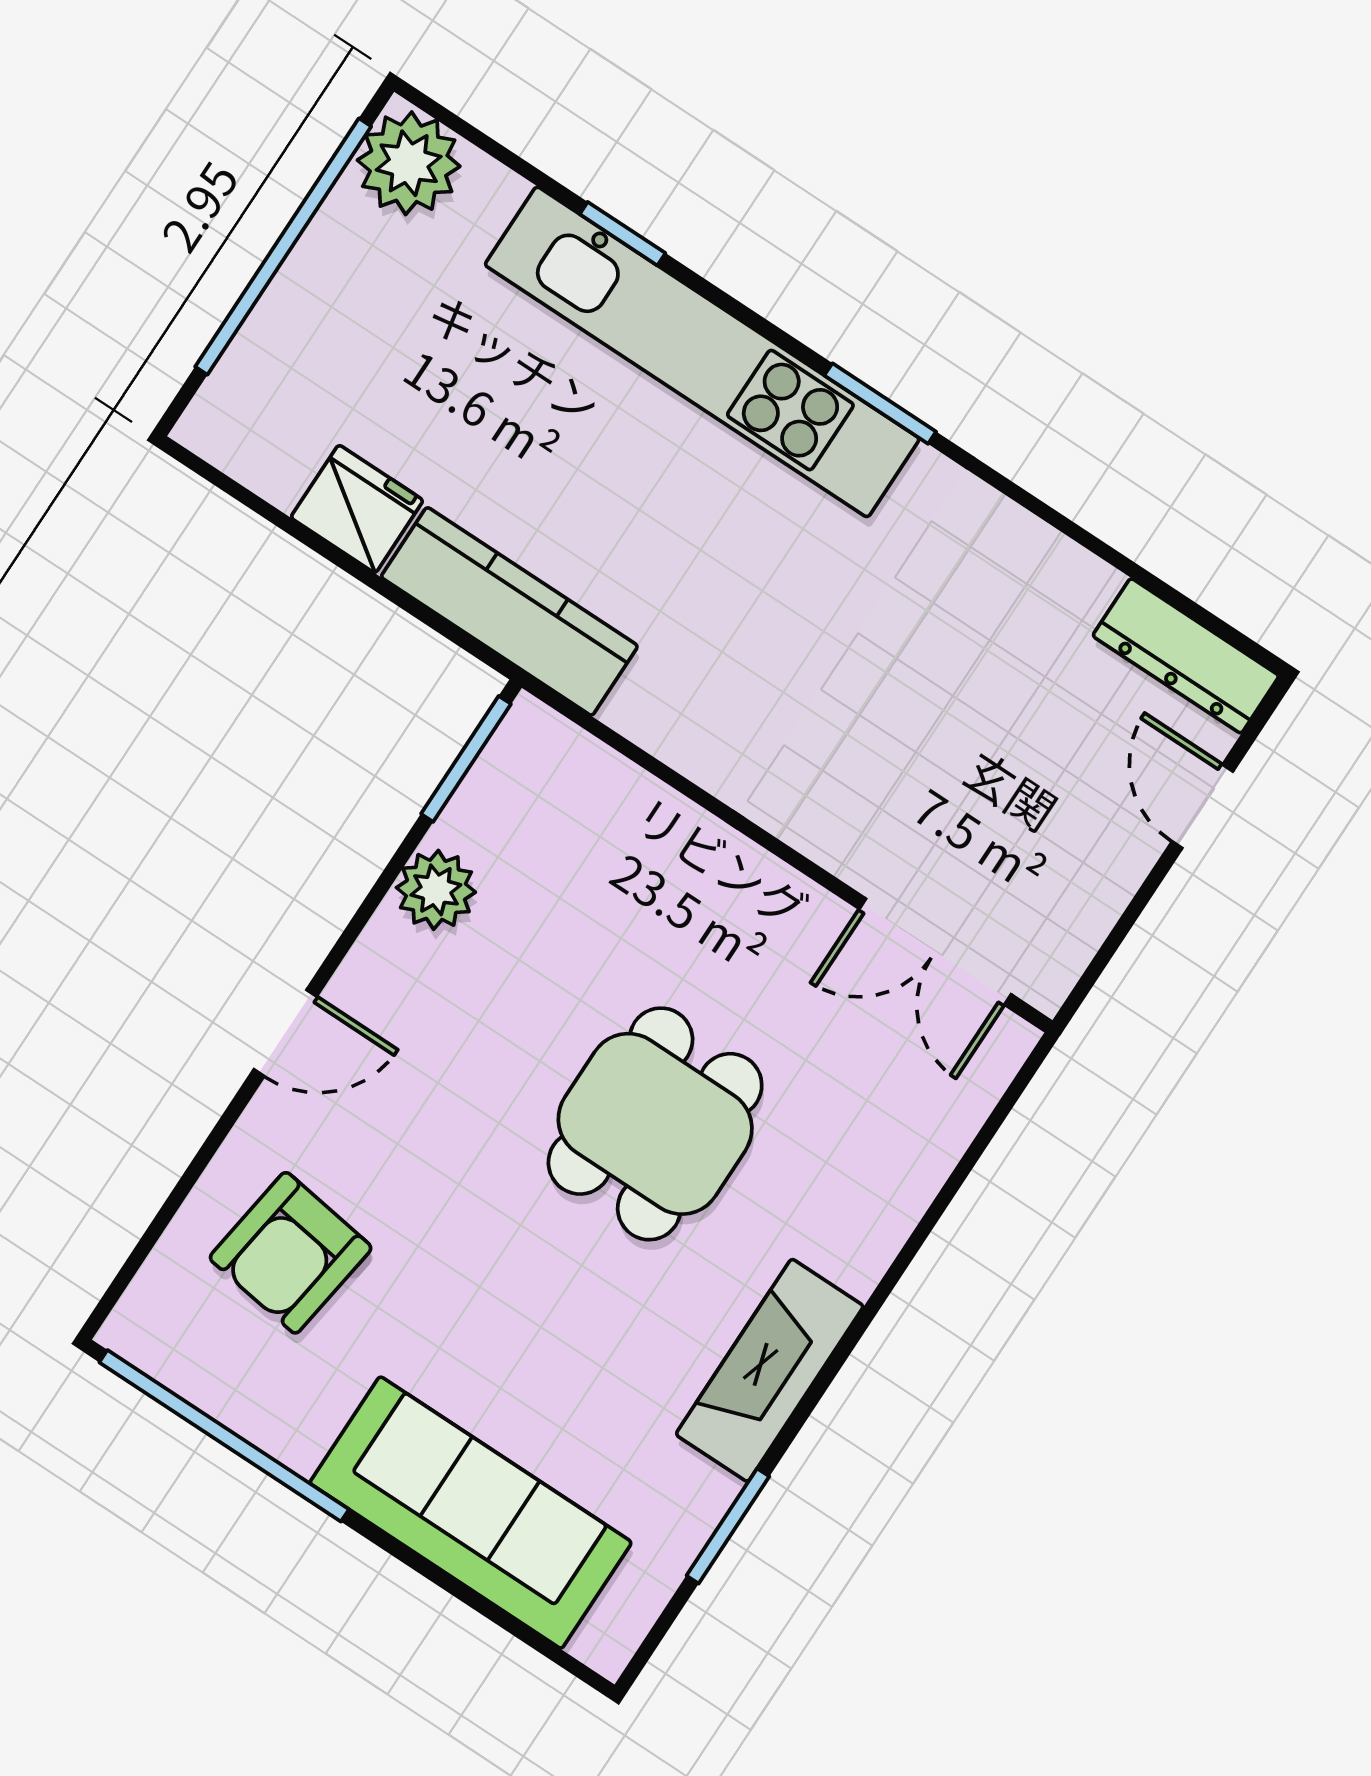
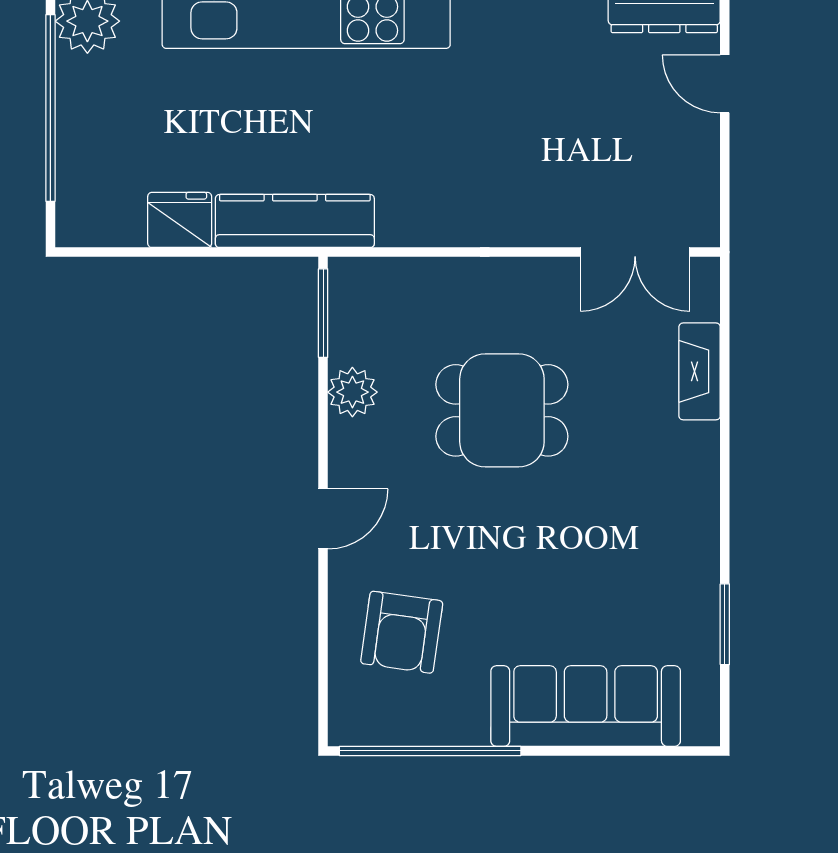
dining table: (655, 1124) -> (502, 410), moved, turned 90
fireplace: (770, 1370) -> (700, 371), moved, width x0.73, depth x0.76

